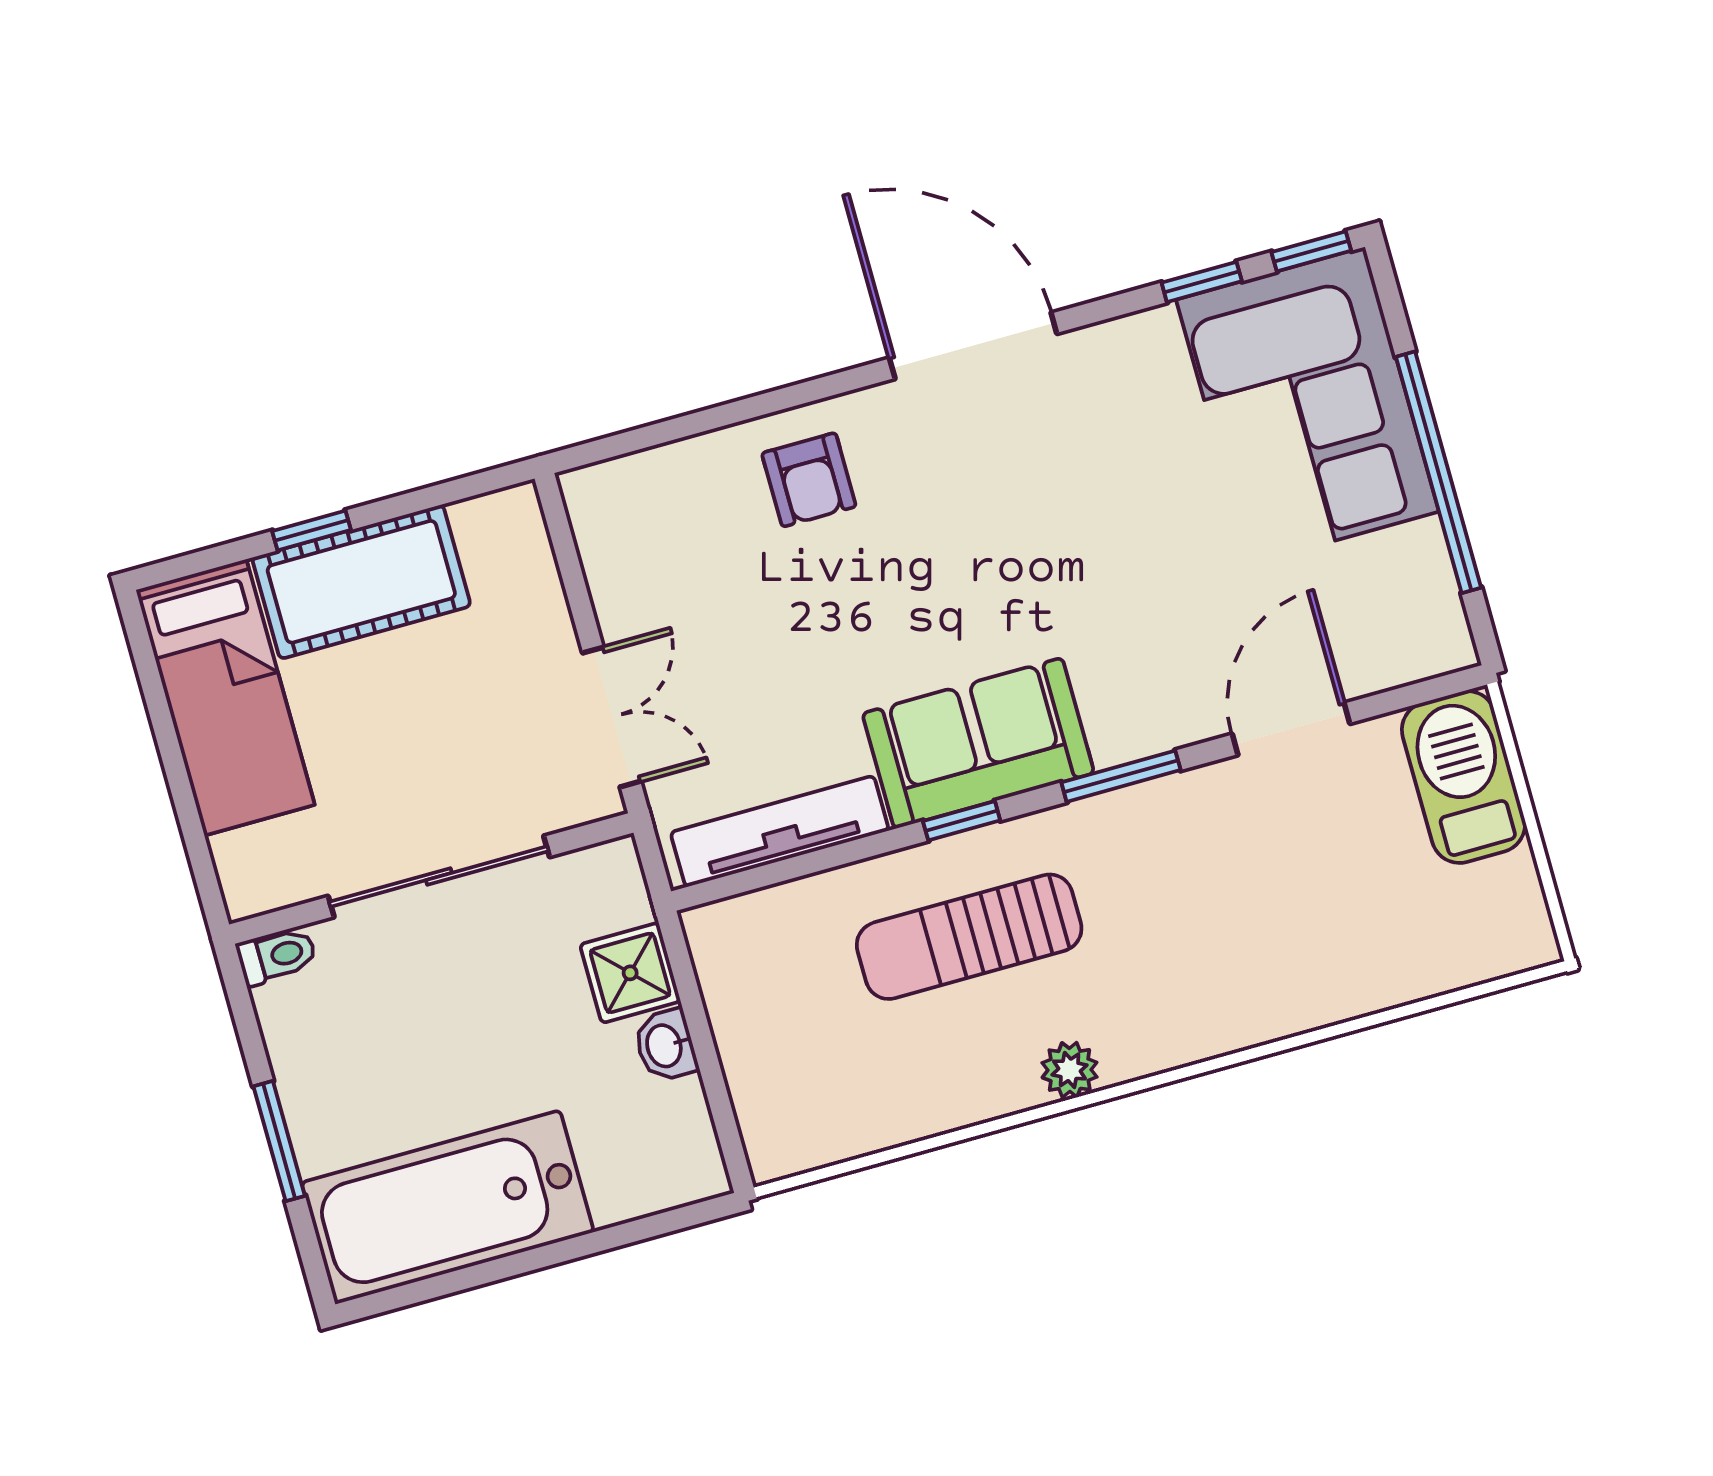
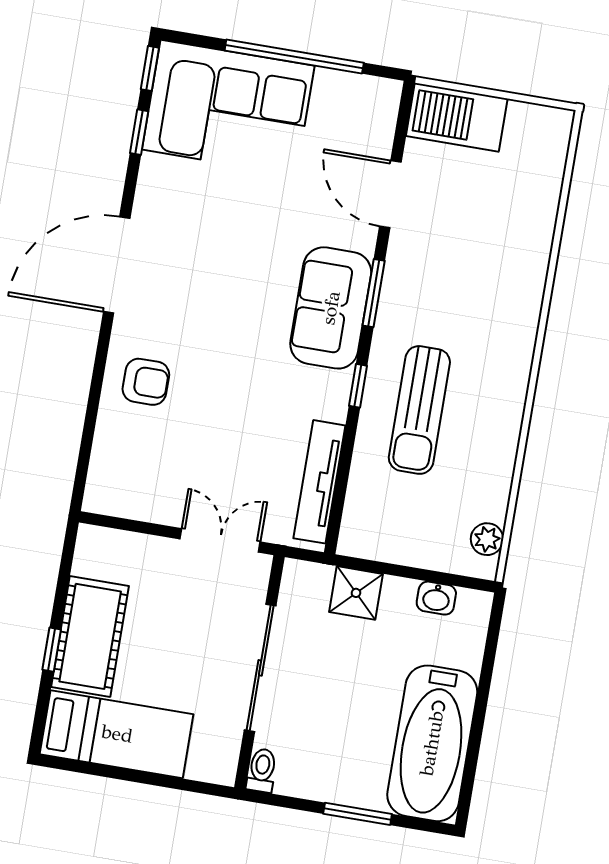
sofa: (978, 743) -> (331, 308), moved
washbasin: (665, 1045) -> (436, 598), moved
plant: (1070, 1070) -> (487, 539), moved

